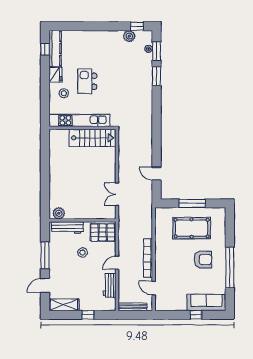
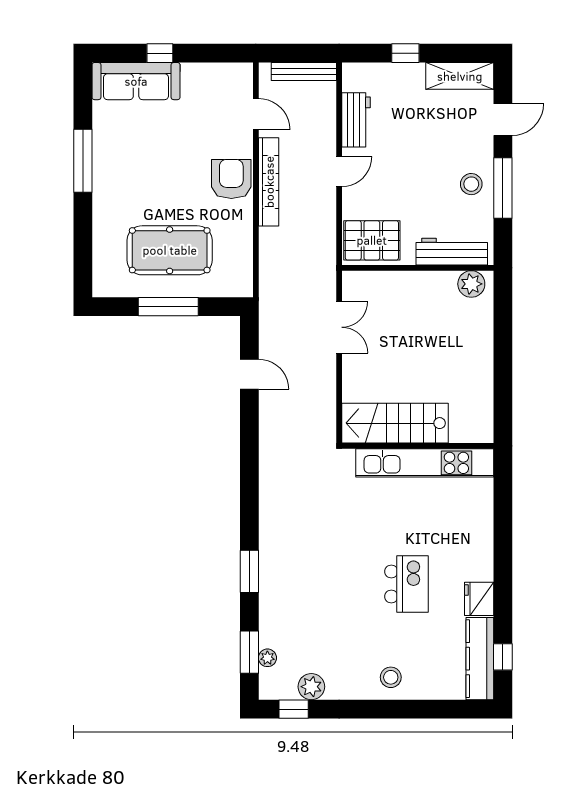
window: (157, 76) -> (249, 571), moved
stool: (64, 93) -> (391, 677), moved
kitchen unit: (79, 120) -> (425, 463), moved
wall: (82, 128) -> (418, 446), moved
stairs: (92, 138) -> (395, 423), moved
stool: (83, 252) -> (471, 184), moved
armchair: (203, 260) -> (231, 179), moved, turned 90
window: (230, 268) -> (83, 161), width x0.68

